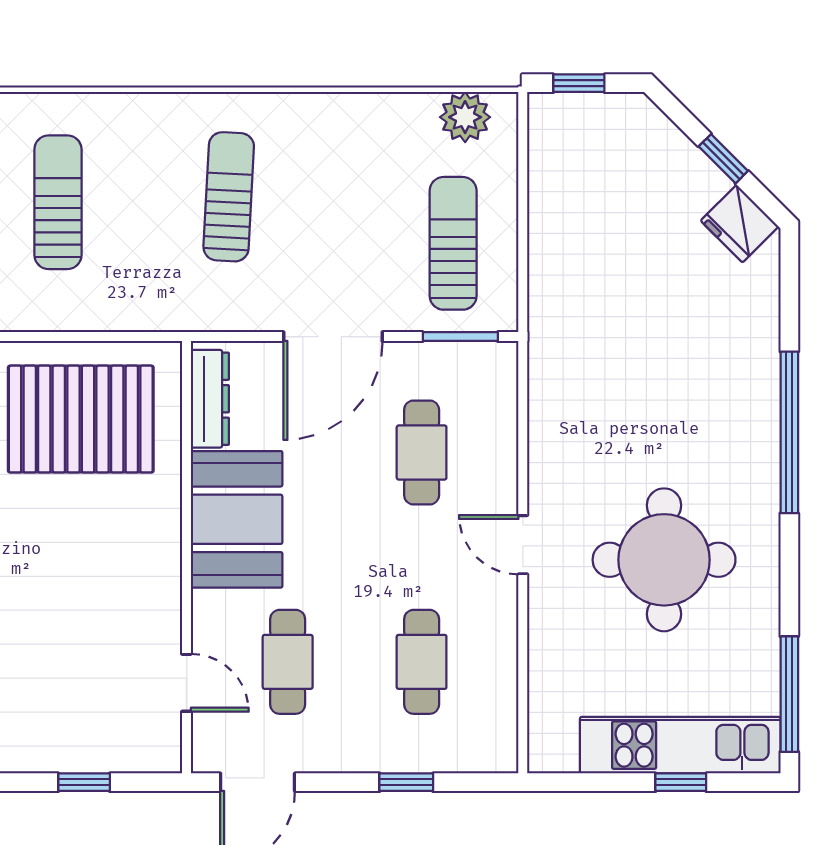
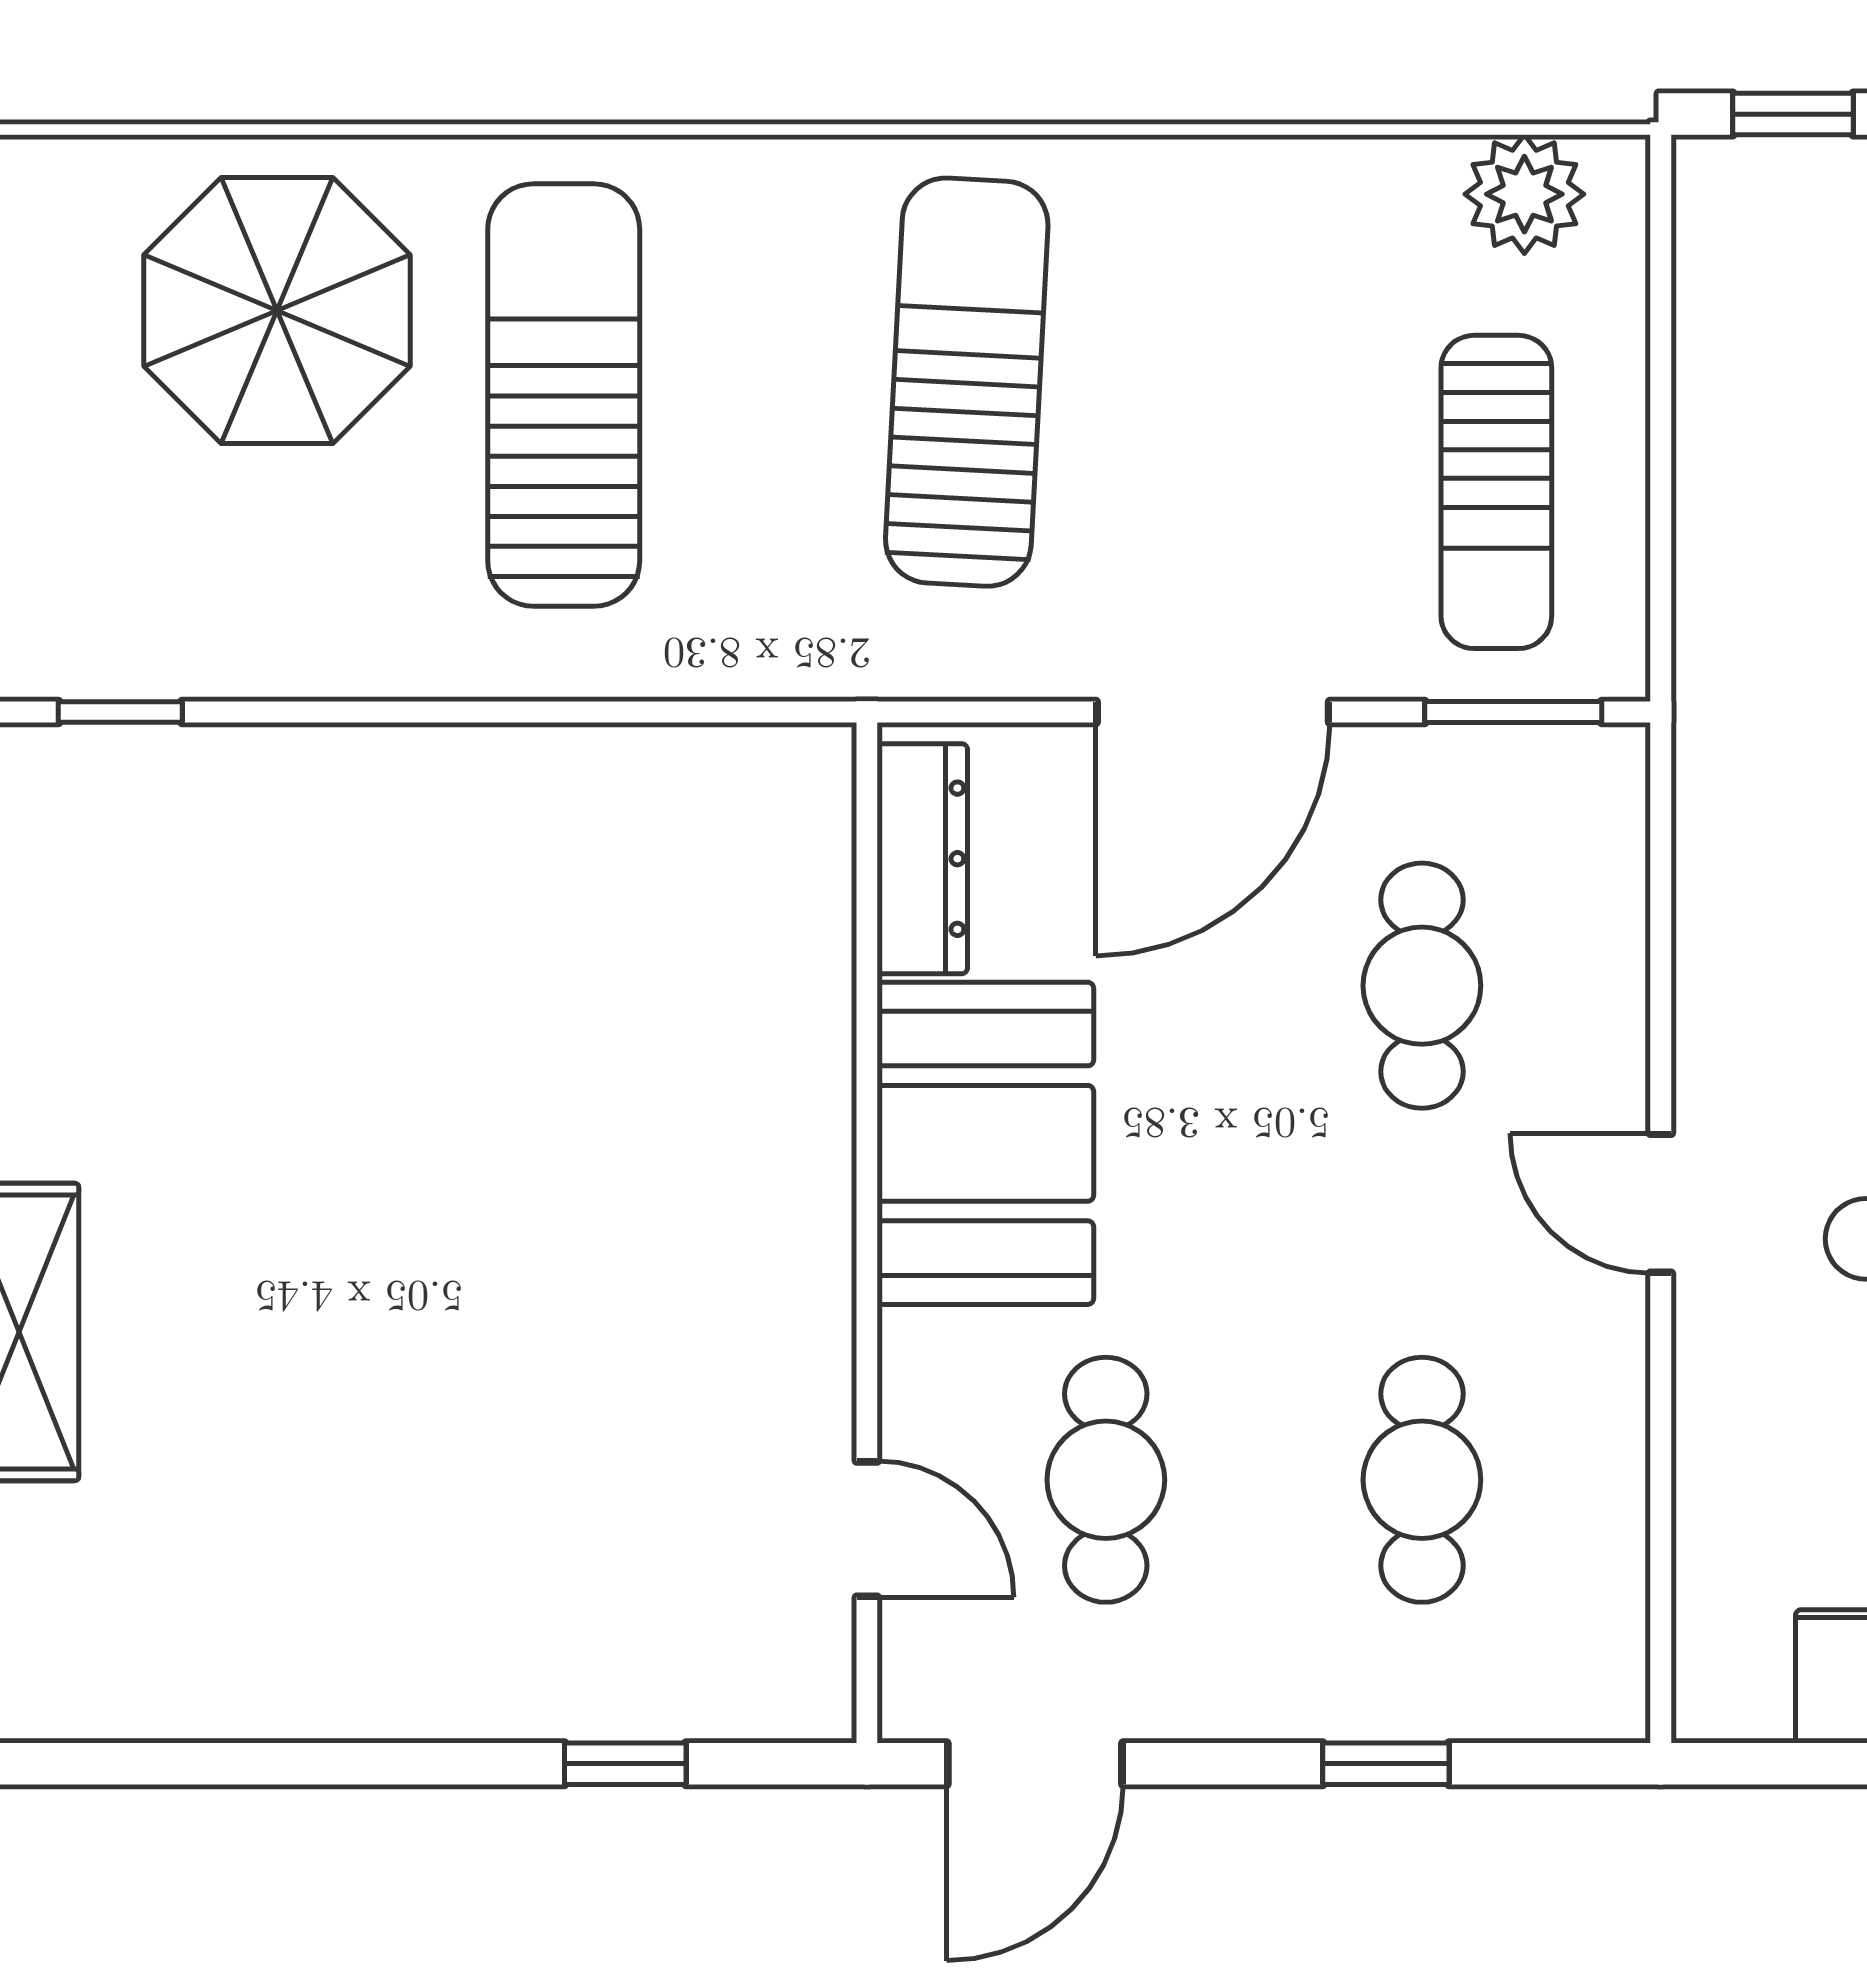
sun lounger: (229, 197) -> (967, 382), width x1.36, depth x1.34
sun lounger: (58, 202) -> (564, 395), width x1.36, depth x1.34
sun lounger: (453, 243) -> (1496, 492), turned 180
pallet: (81, 419) -> (617, 907), removed

